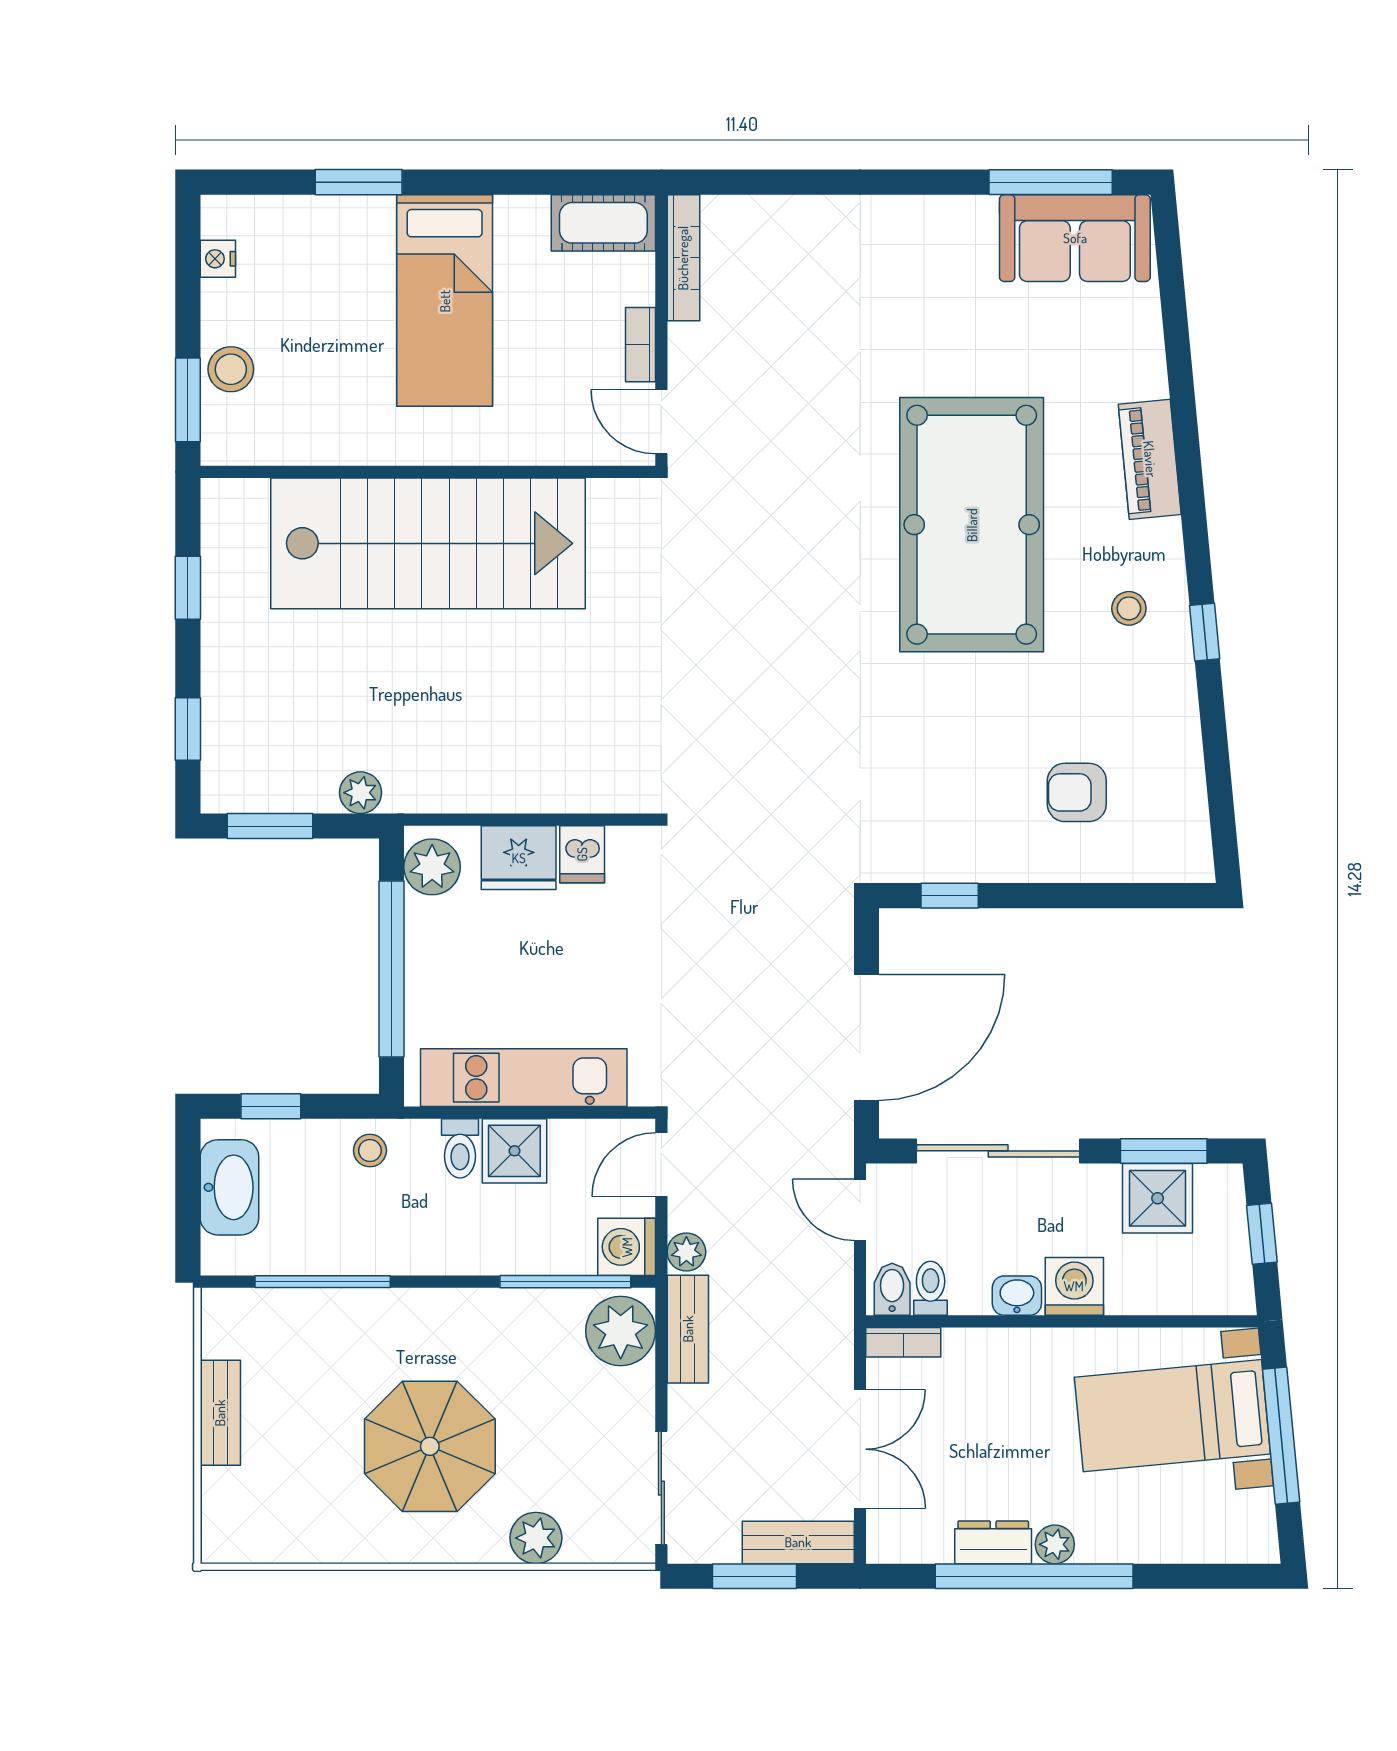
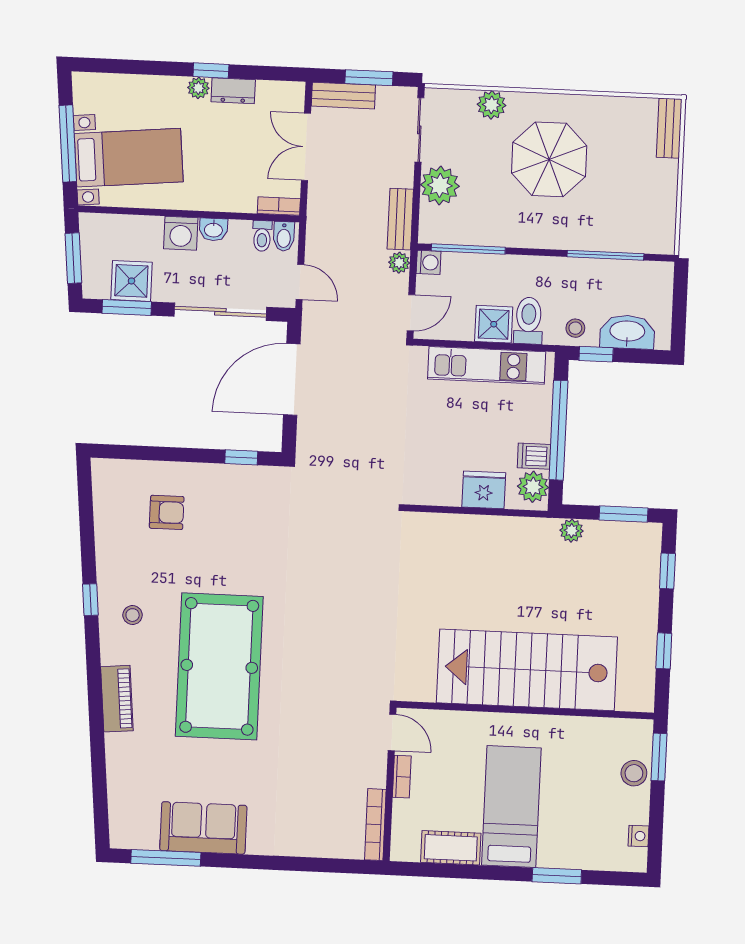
cot: (603, 223) -> (451, 848), moved
sofa: (1075, 238) -> (203, 828), moved
dishwasher: (582, 854) -> (534, 456), moved, turned -90
window: (271, 1106) -> (596, 354), moved
toilet: (460, 1148) -> (529, 321), width x1.37, depth x1.39
washbasin: (229, 1187) -> (627, 332), moved, turned 90
window: (1262, 1234) -> (73, 258), width x1.50
washing machine: (627, 1247) -> (429, 262), width x0.73, depth x0.73
plant: (621, 1331) -> (440, 185), moved
bench: (220, 1413) -> (669, 128), moved
window: (1034, 1576) -> (211, 70), width x0.32

